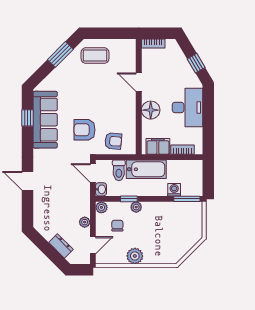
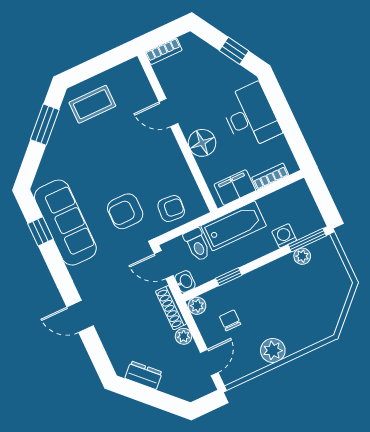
shoe rack: (85, 201) -> (171, 308), added
plant: (136, 207) -> (302, 256), moved
dresser: (61, 246) -> (144, 375), moved

